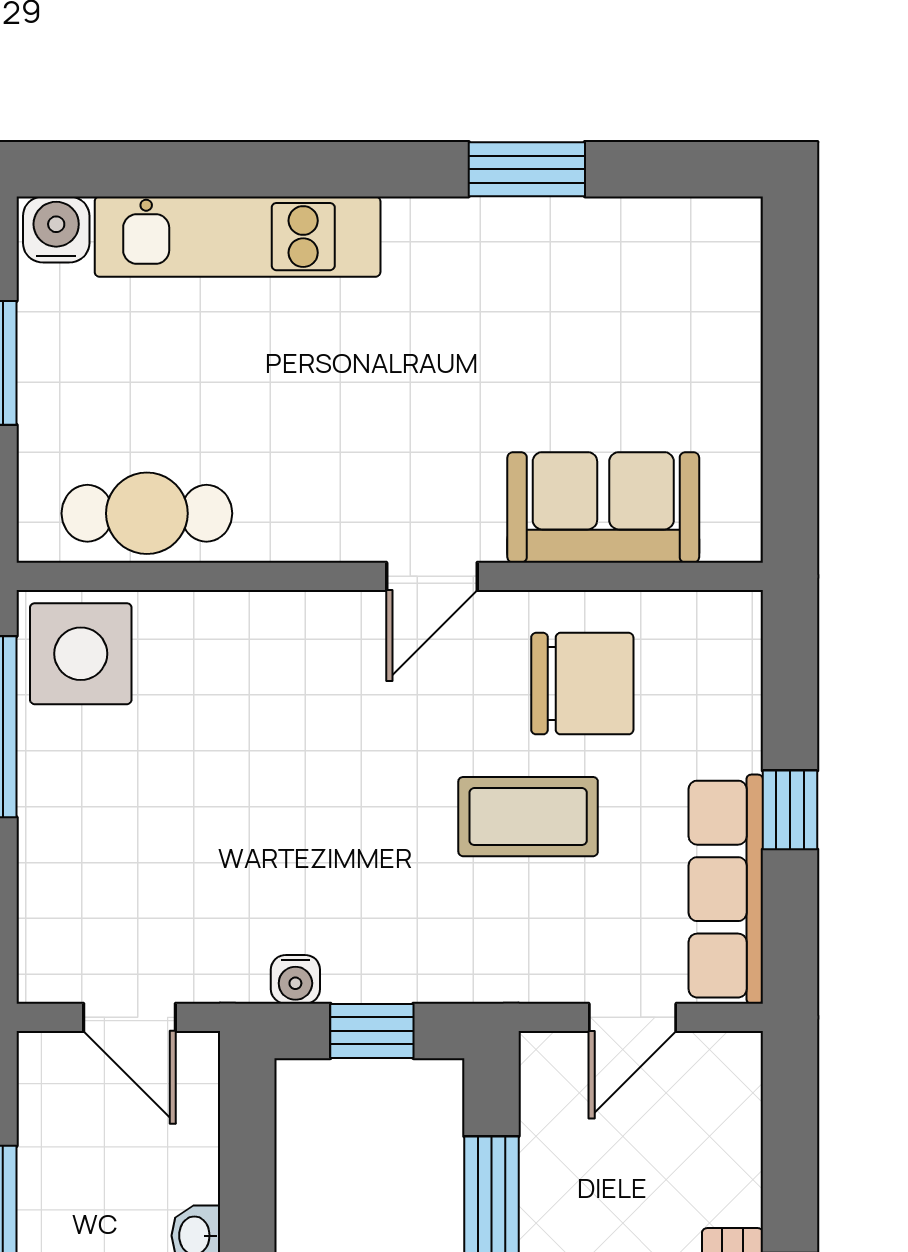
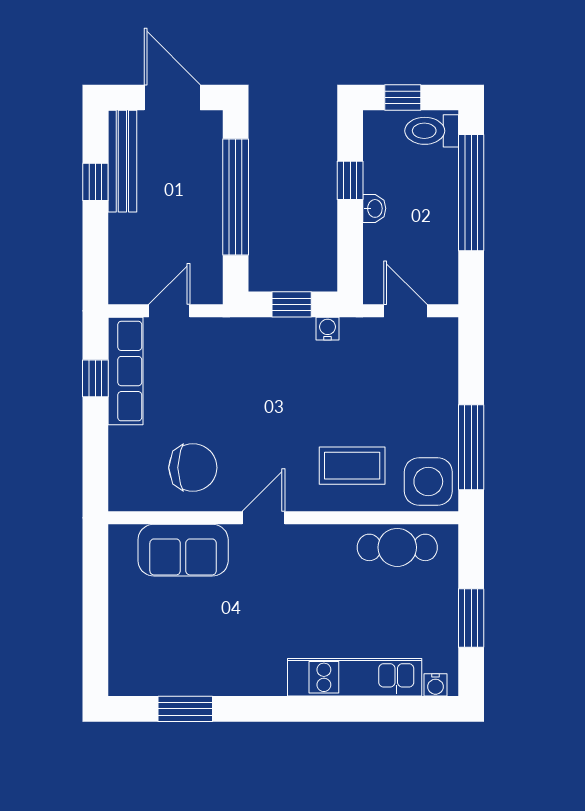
window: (527, 169) -> (185, 709), moved
water cooler: (56, 230) -> (435, 685), width x0.72, depth x0.72
chair: (582, 684) -> (193, 468), turned 180
window: (790, 810) -> (95, 378), moved
coffee table: (528, 817) -> (352, 466), moved

